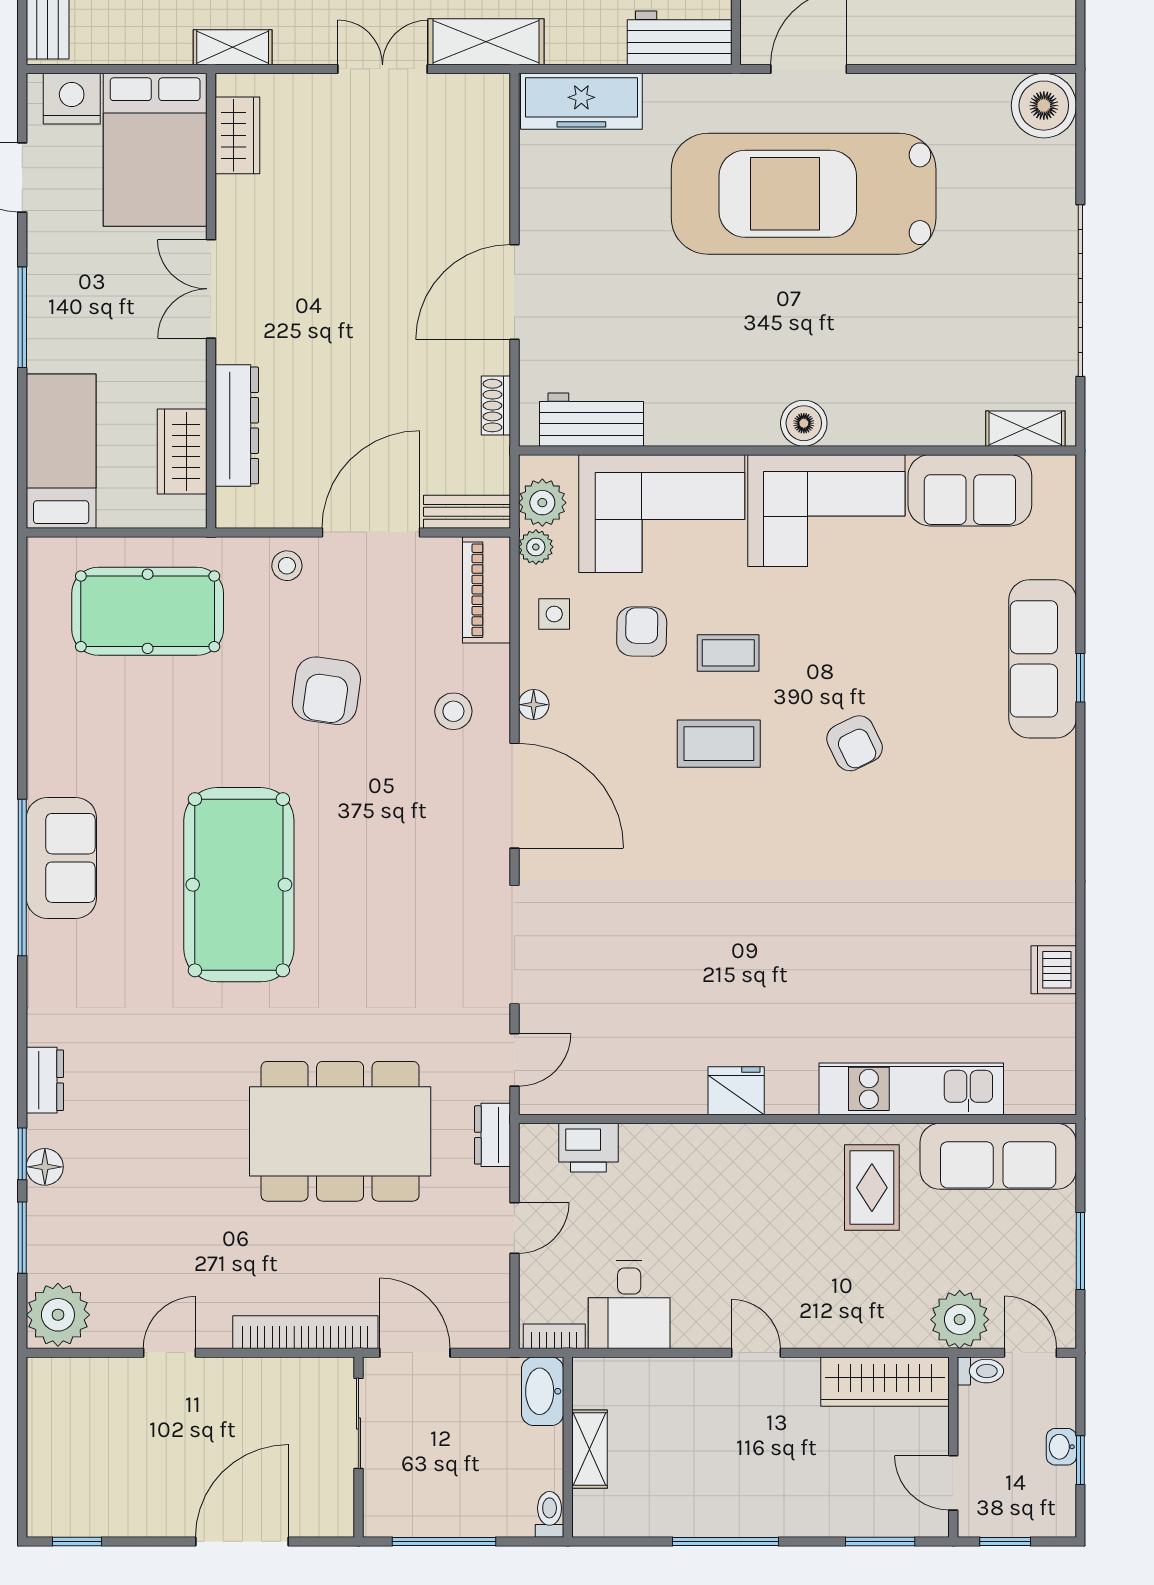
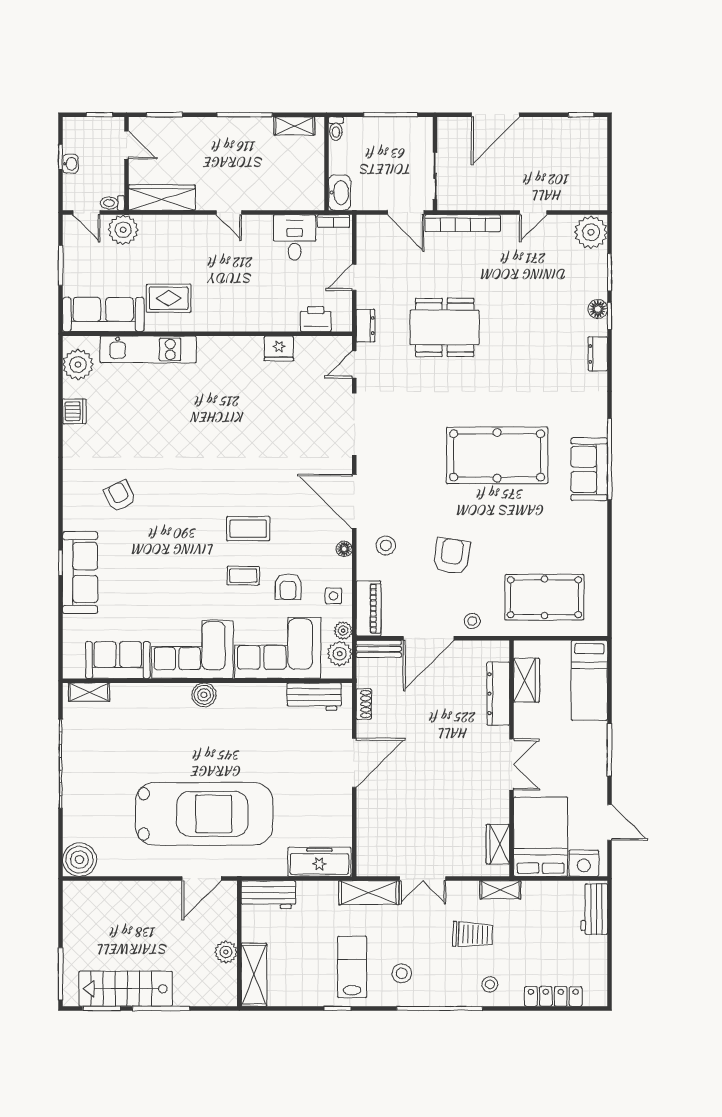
armchair: (855, 743) -> (120, 496), moved
pool table: (239, 885) -> (497, 455), turned 90
plant: (1047, 1060) -> (78, 365), added
fridge: (736, 1091) -> (279, 348), moved
dining table: (340, 1131) -> (445, 327), width x0.73, depth x0.80
rug: (872, 1188) -> (169, 298), turned 90
shelving: (589, 1449) -> (294, 126), moved, turned 90

